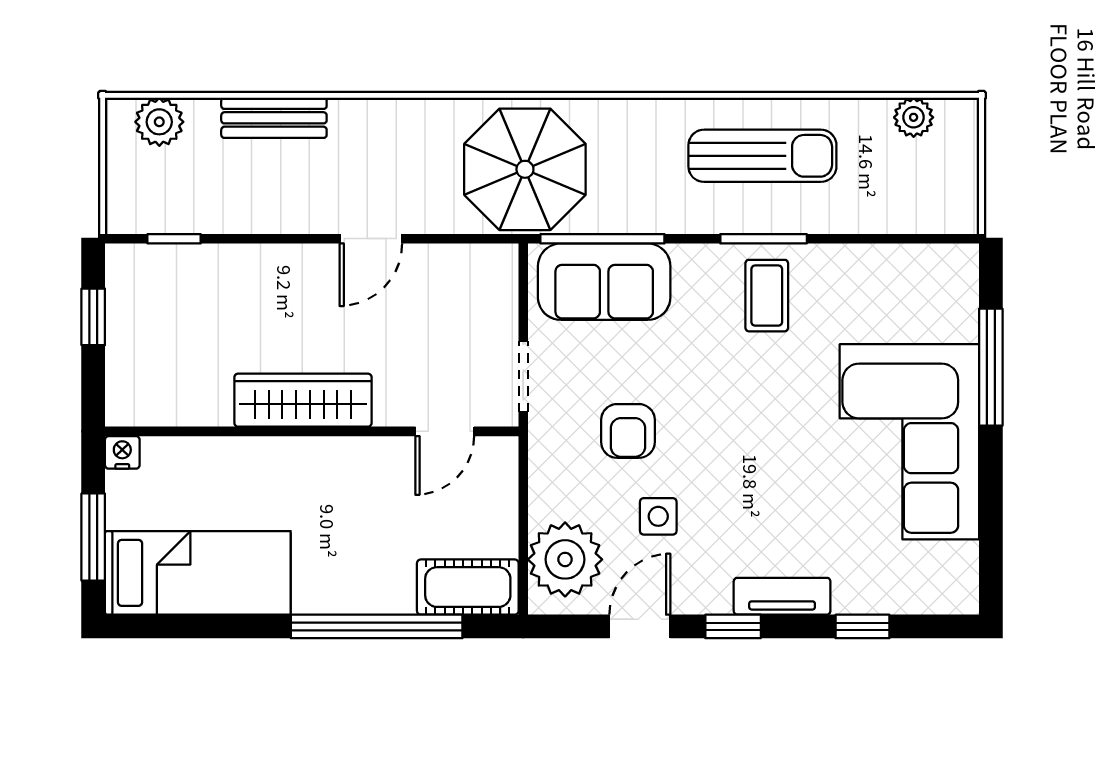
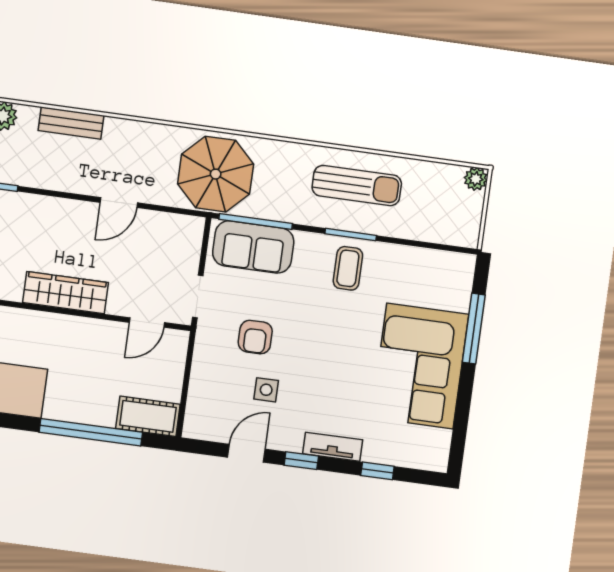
plant: (914, 117) -> (476, 179), moved
plant: (565, 559) -> (208, 408), removed

